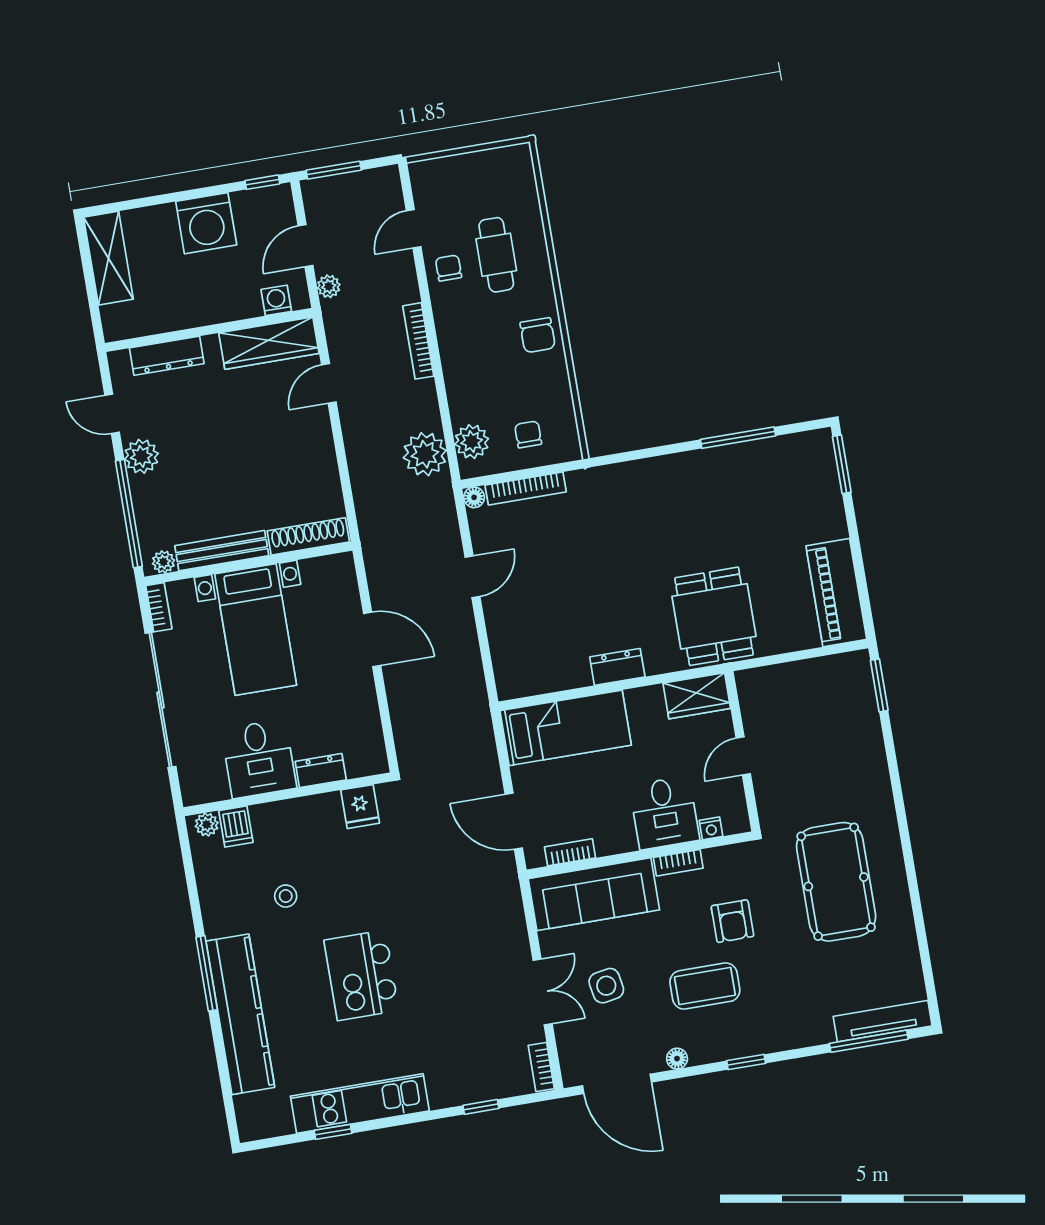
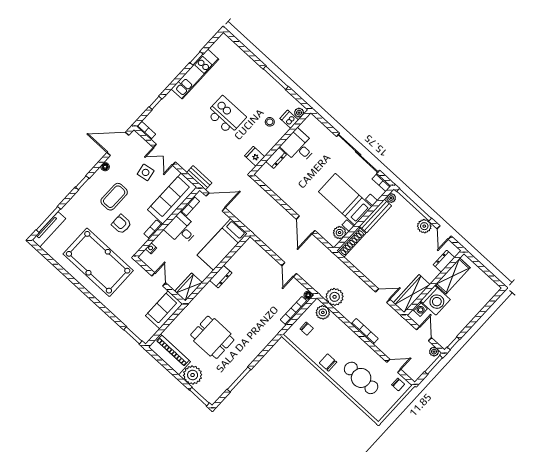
washing machine: (206, 223) -> (435, 300), moved, turned 180
door: (414, 229) -> (394, 366), hinge flipped
cafe table: (496, 255) -> (361, 378), width x1.37, depth x1.35
shelving: (108, 258) -> (453, 276), moved, turned 90
chair: (449, 268) -> (398, 384), moved
plant: (329, 286) -> (434, 352), moved
dresser: (167, 356) -> (444, 261), width x0.70
door: (329, 383) -> (383, 296), hinge flipped
door: (112, 414) -> (444, 232), swing flipped
plant: (822, 517) -> (193, 375), added
plant: (317, 573) -> (340, 233), added
dining table: (714, 616) -> (212, 337), moved
door: (372, 639) -> (306, 225), hinge flipped
sofa: (779, 688) -> (164, 310), added
desk: (259, 759) -> (299, 146), moved
dresser: (321, 771) -> (276, 158), moved
wall: (287, 794) -> (281, 142), moved
fridge: (360, 807) -> (255, 156), moved
desk: (664, 813) -> (181, 229), moved
plant: (207, 825) -> (299, 113), moved
dishwasher: (236, 827) -> (289, 119), moved
pool table: (836, 882) -> (98, 262), width x1.36, depth x1.32
bench: (509, 894) -> (199, 178), added
kitchen counter: (240, 1014) -> (255, 73), removed

